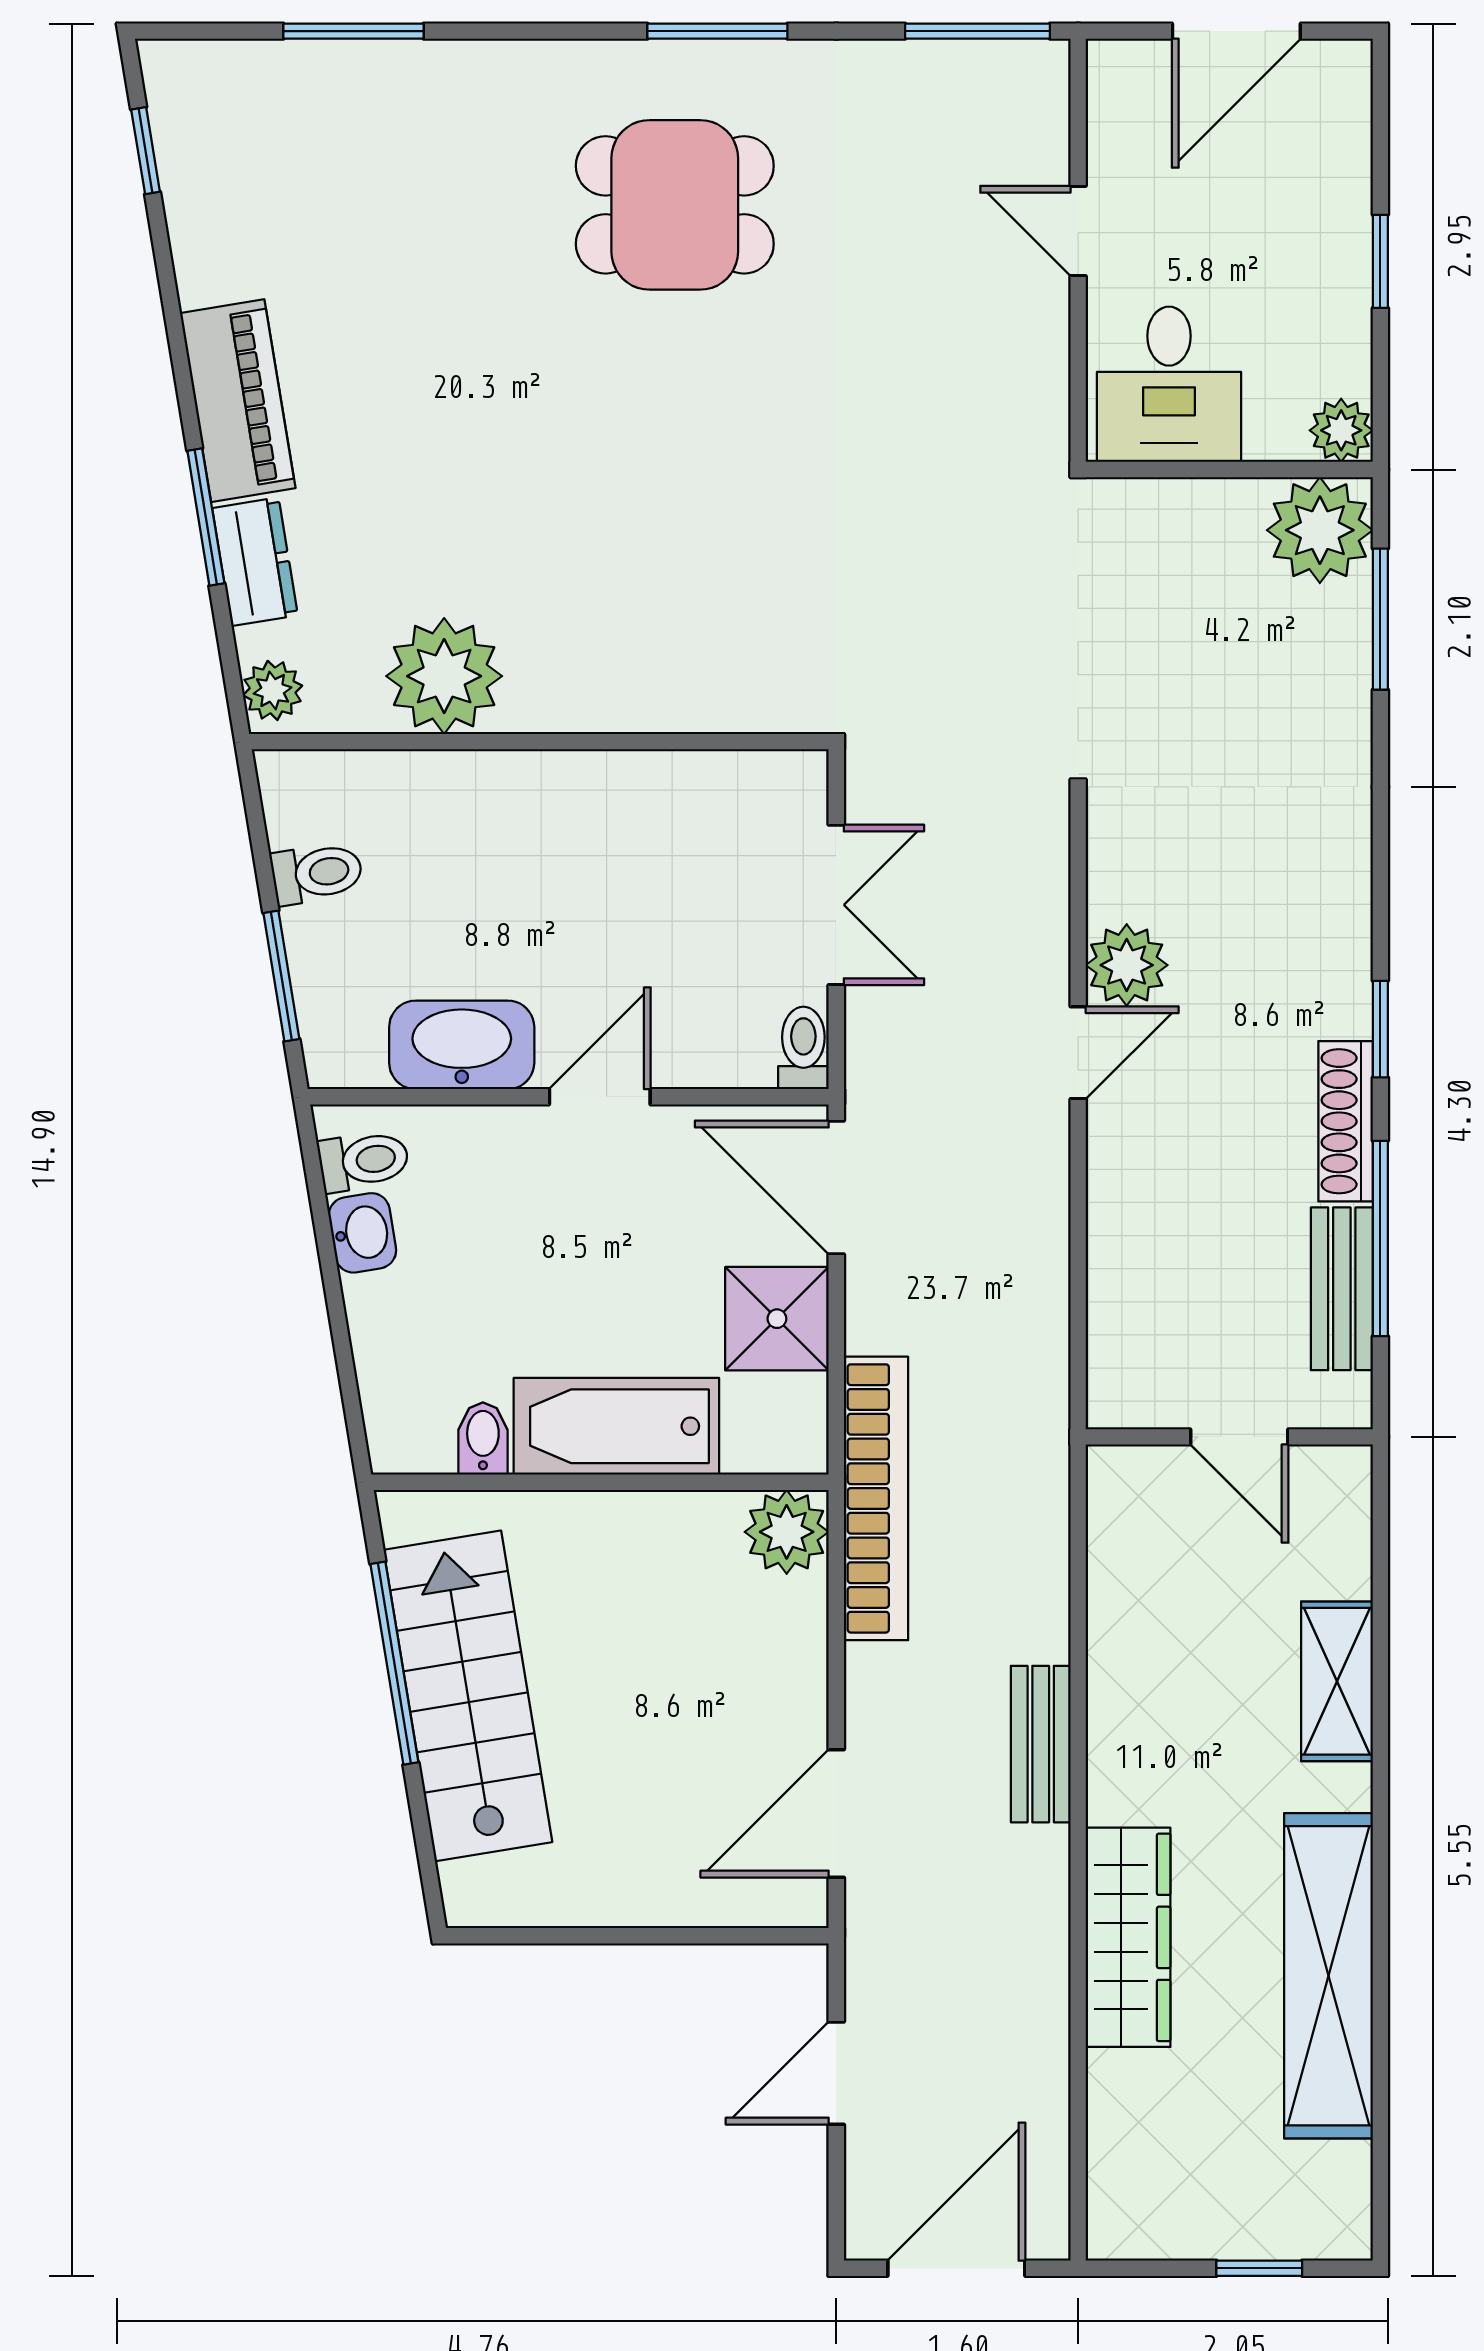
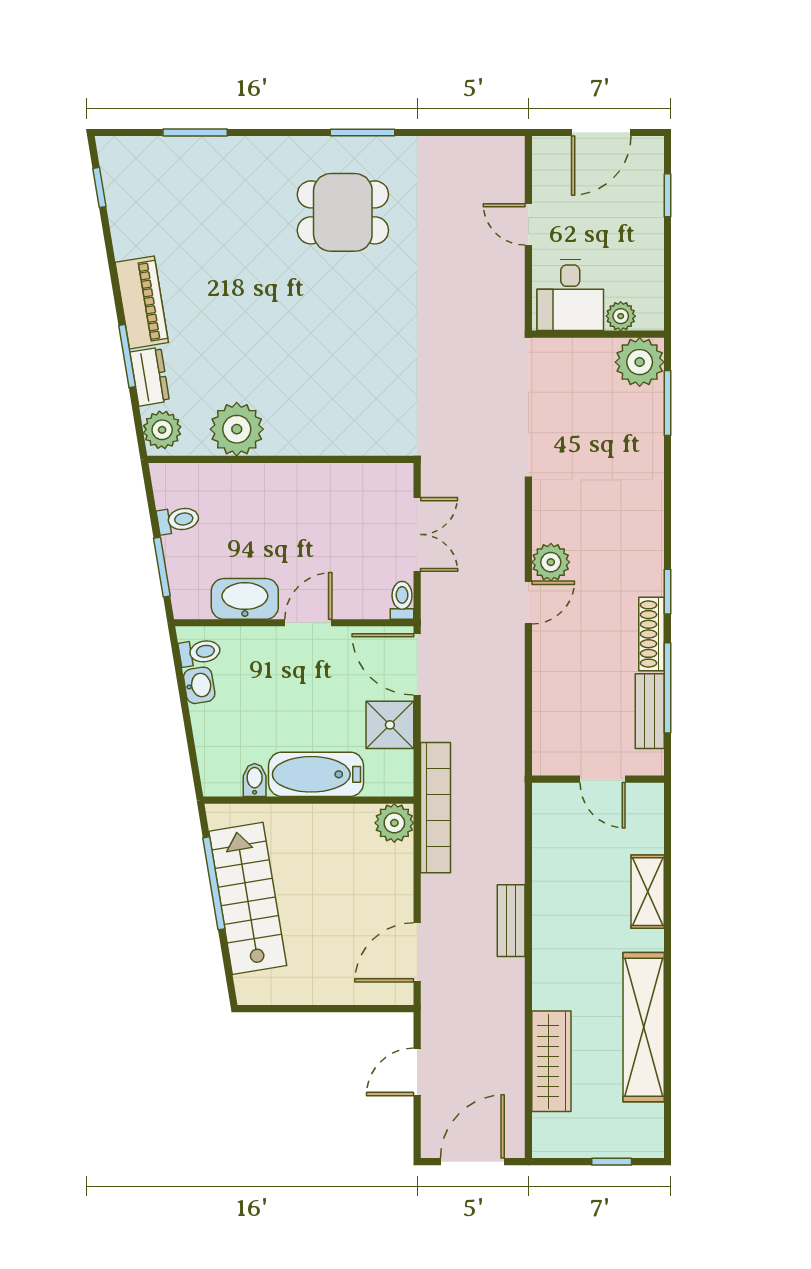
window: (977, 31) -> (482, 132), removed
window: (1380, 261) -> (668, 195), moved
plant: (1341, 430) -> (621, 316), moved
plant: (273, 690) -> (162, 430), width x1.38, depth x1.38
wardrobe: (1128, 1937) -> (551, 1061), moved

